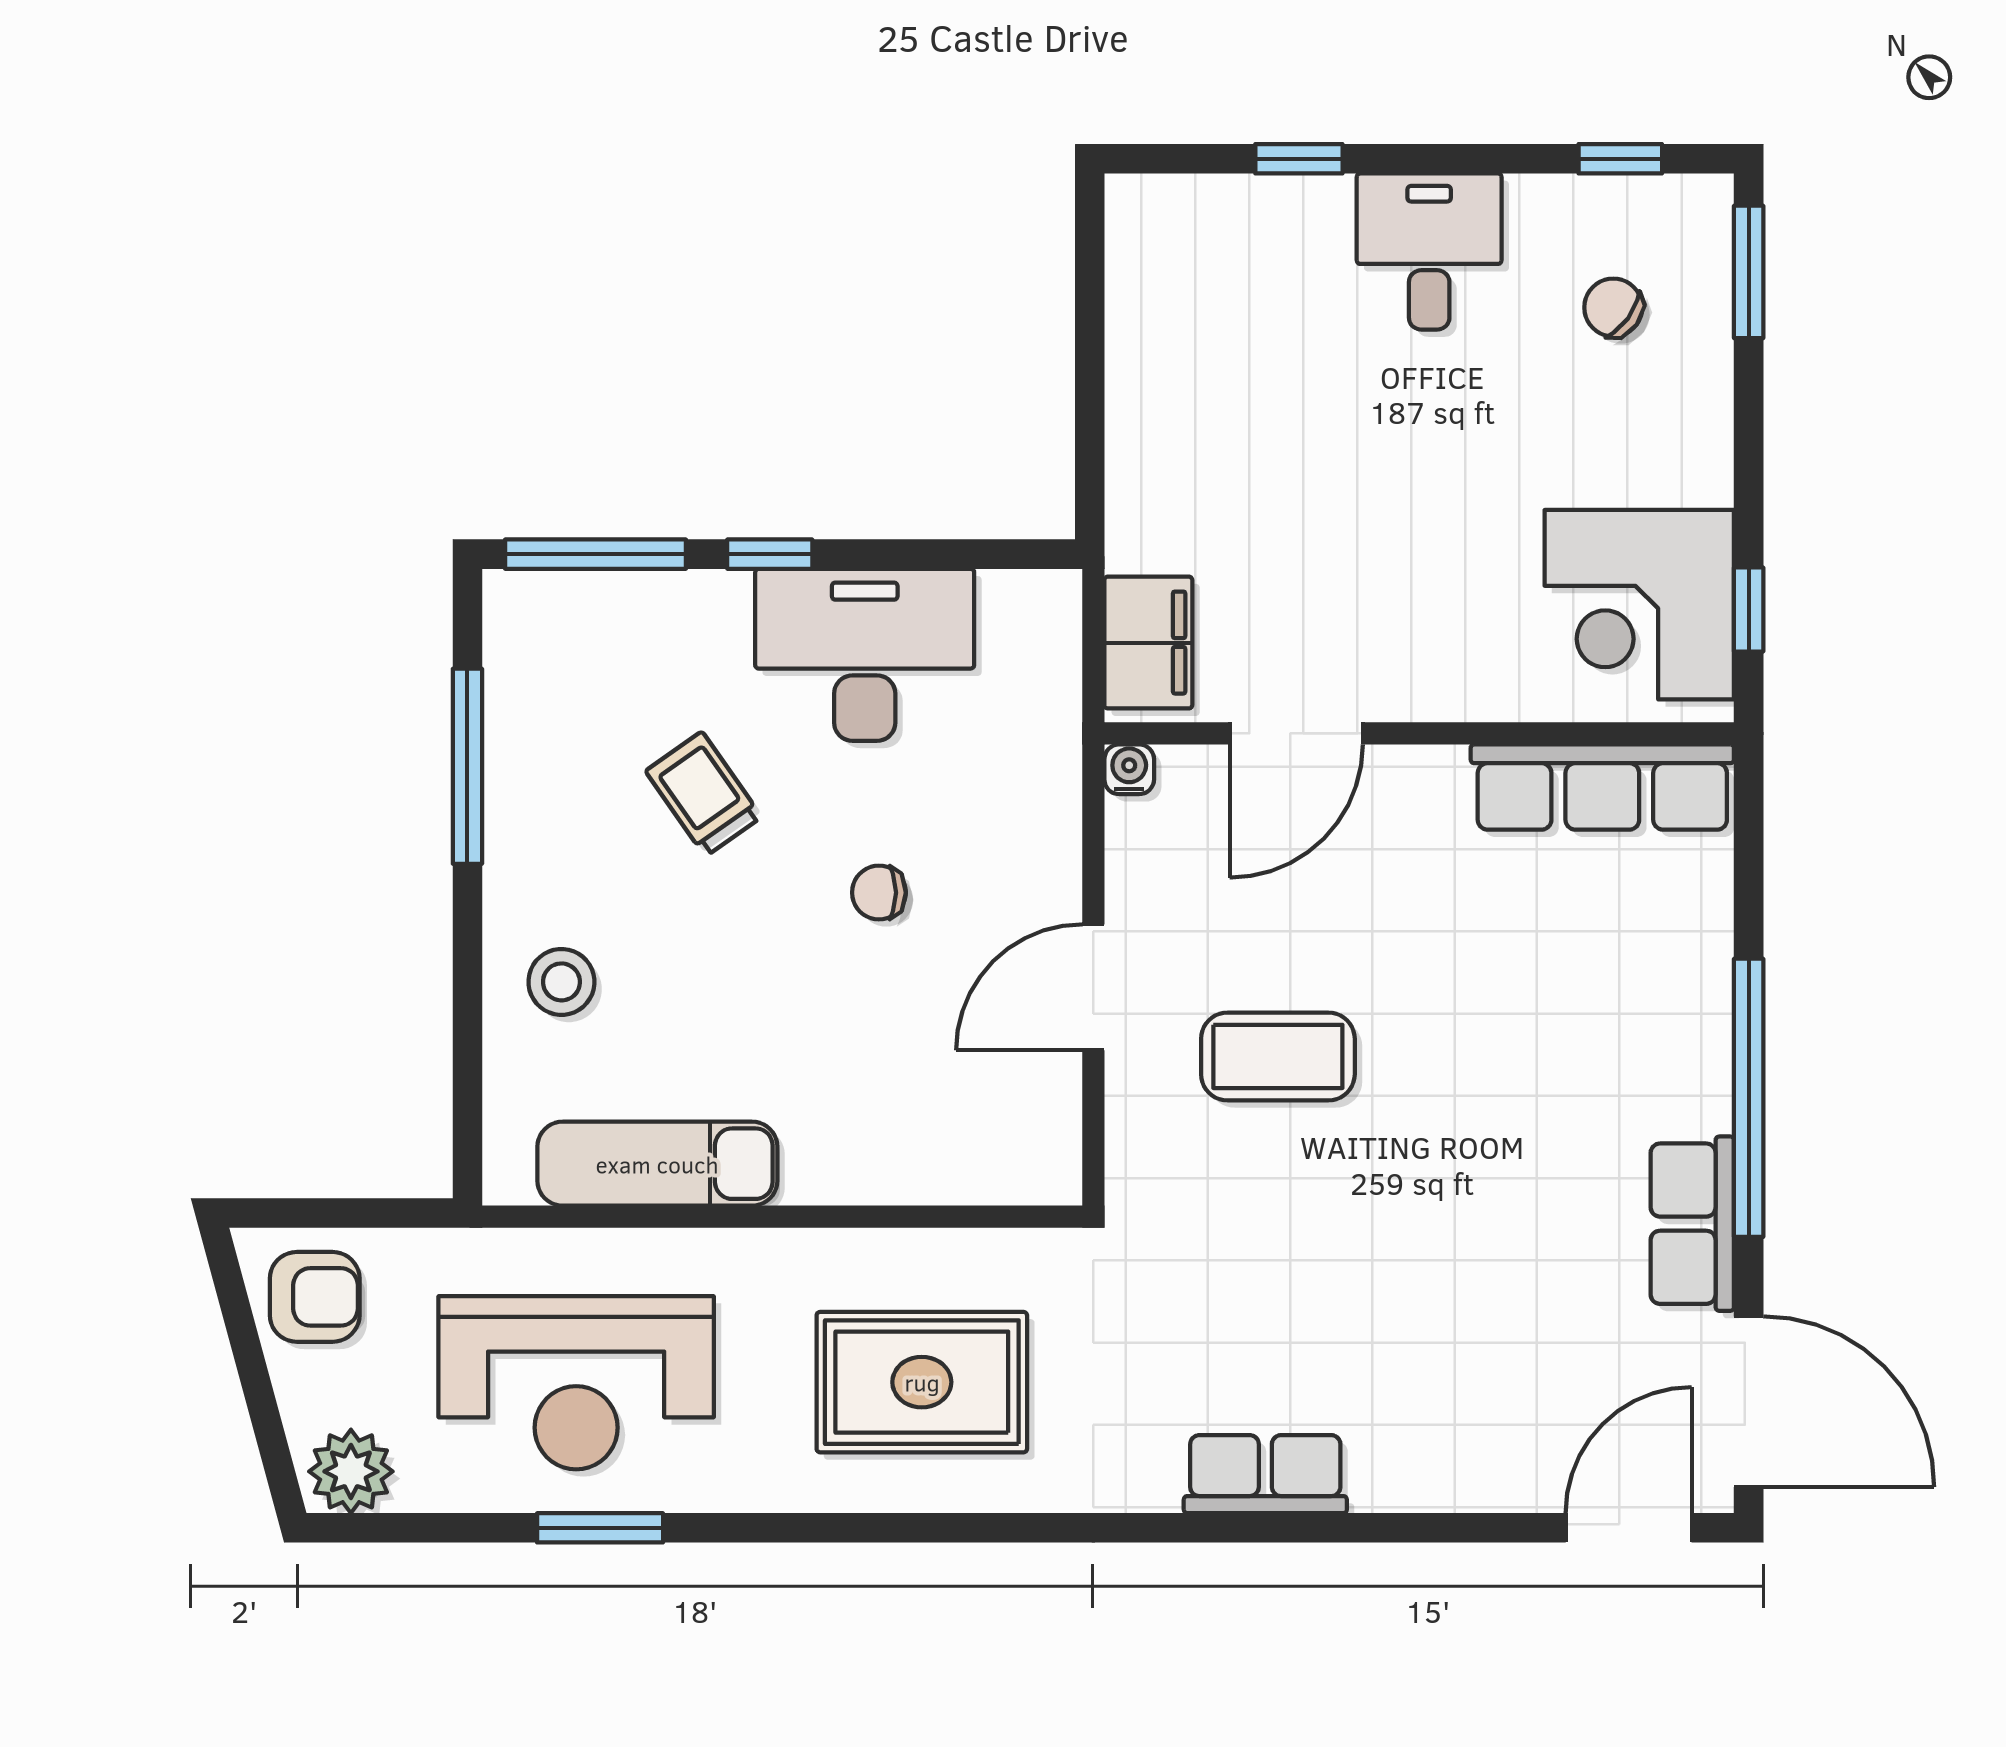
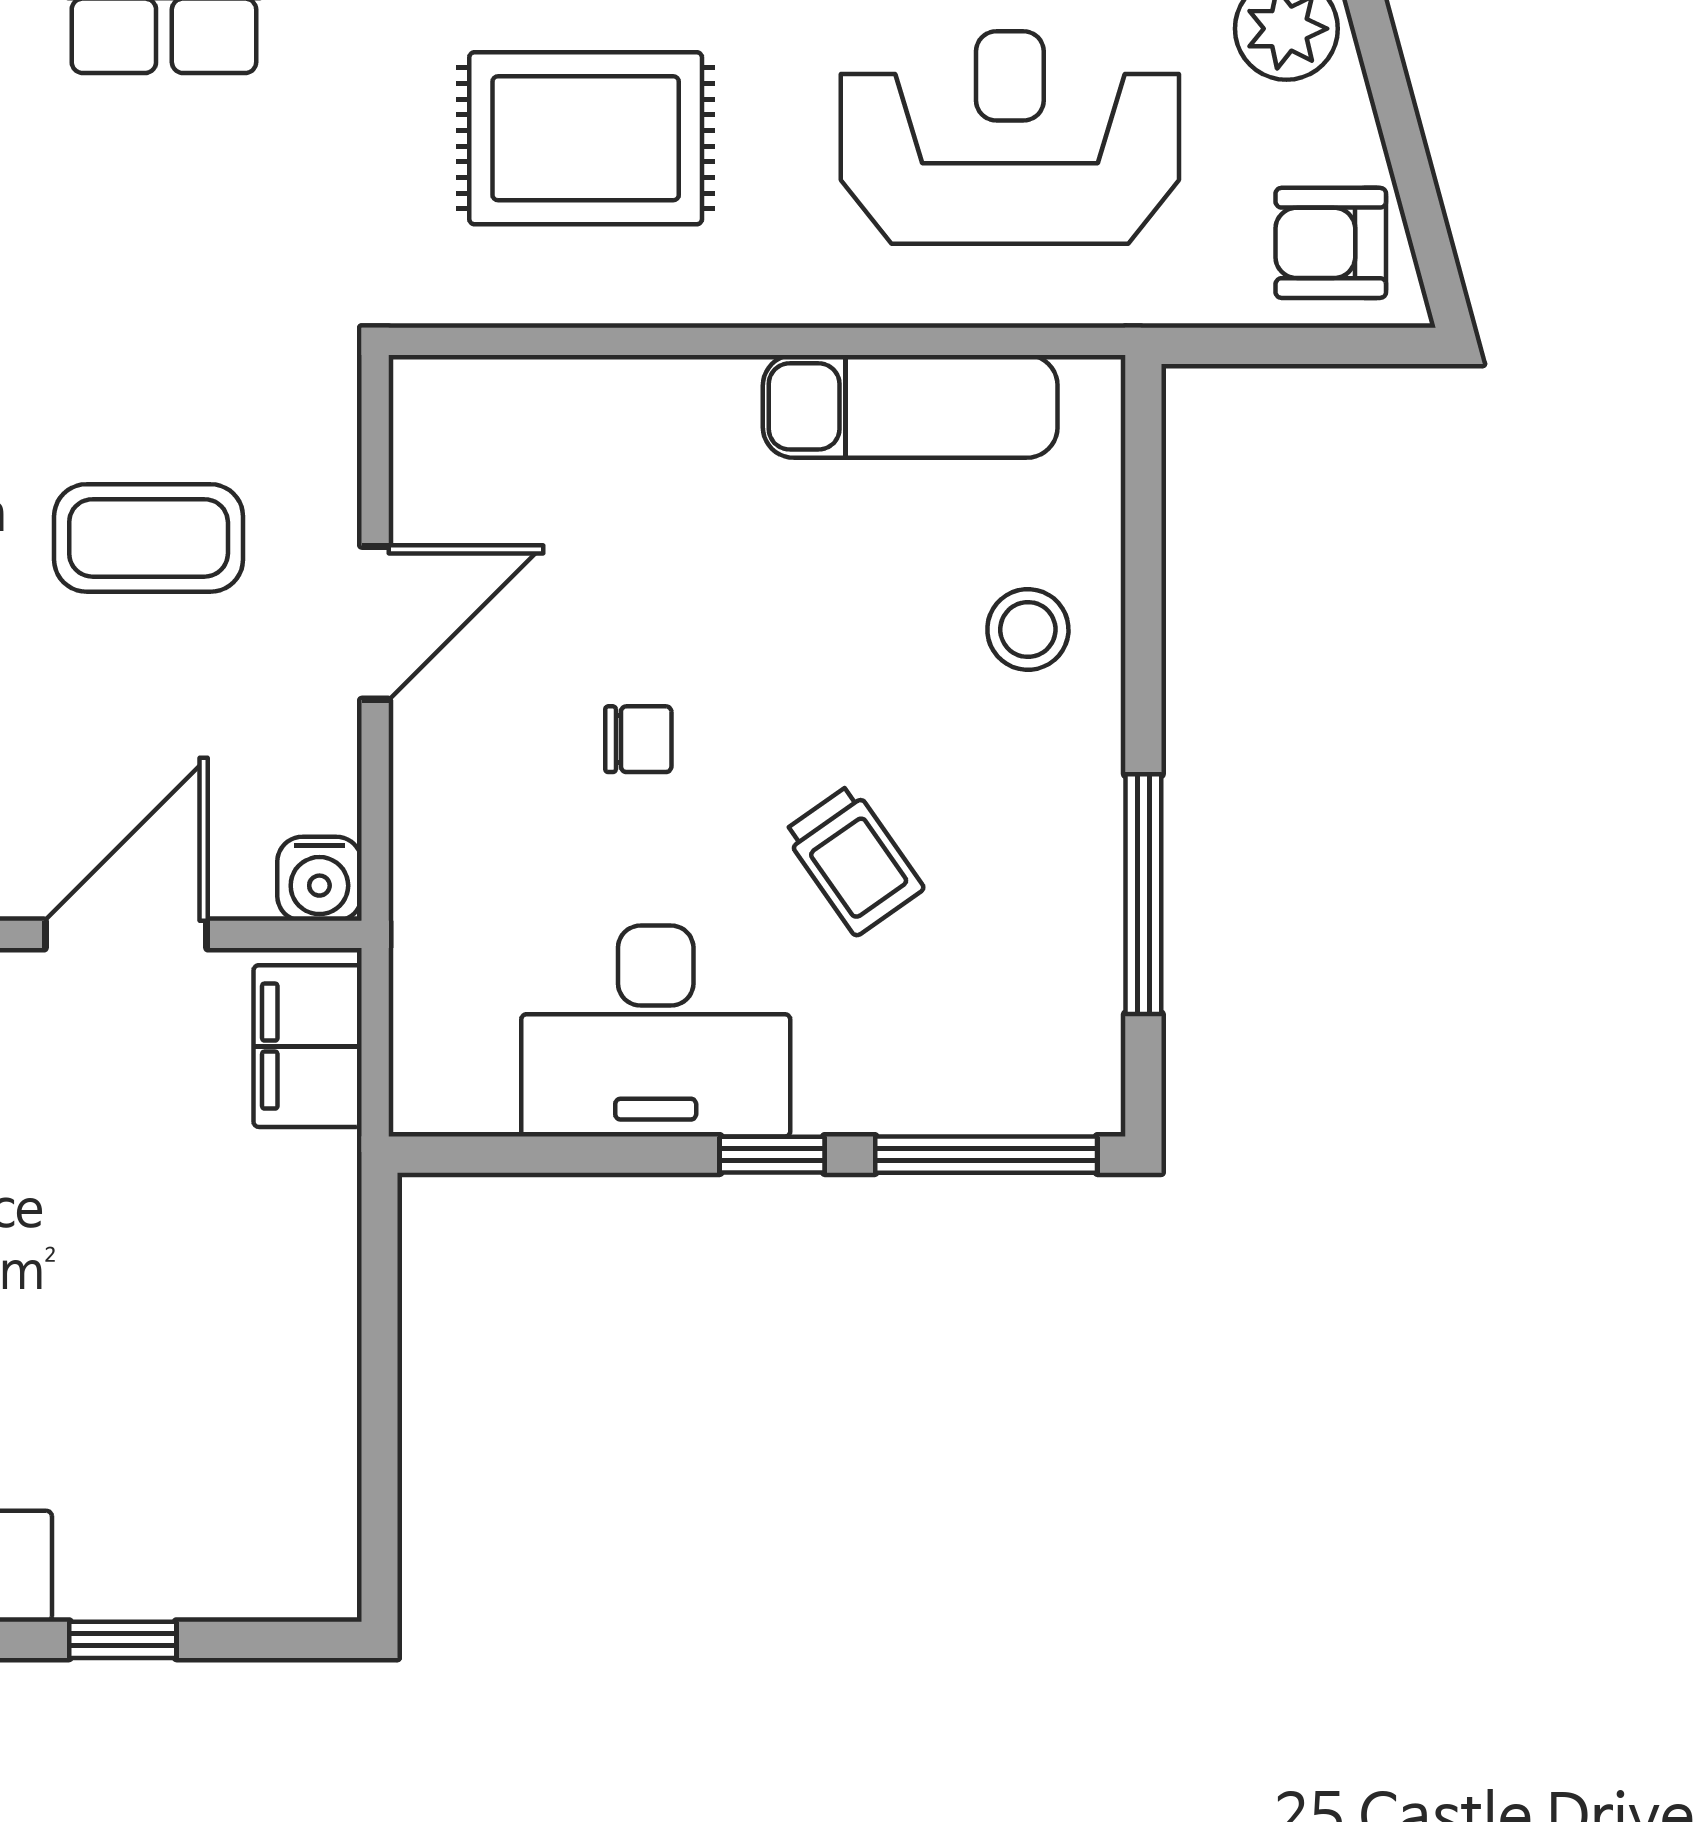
water cooler: (1129, 769) -> (319, 879), width x1.38, depth x1.38

